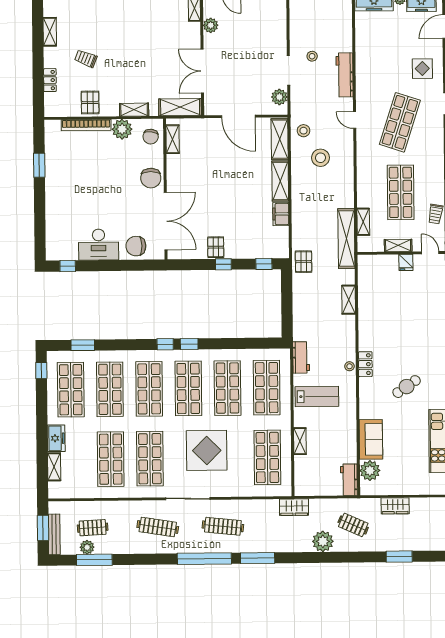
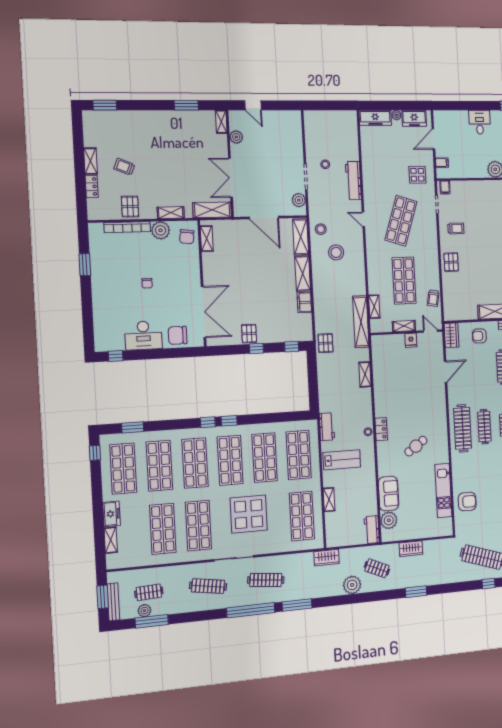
shelving: (50, 32) -> (91, 161), moved
chair: (151, 178) -> (147, 283), moved, width x0.54, depth x0.54

